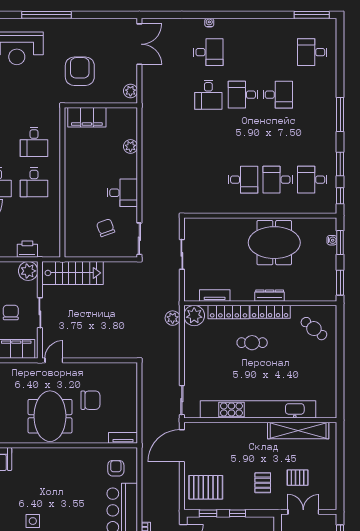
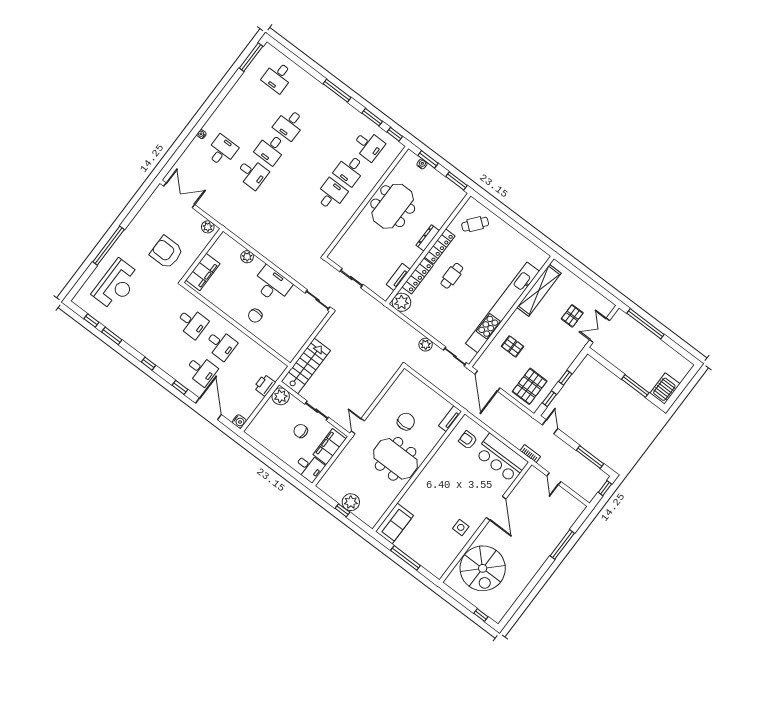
desk: (278, 95) -> (289, 124), turned 180
desk: (312, 180) -> (368, 145), turned -90
desk: (122, 193) -> (272, 284), width x1.37
chair: (106, 228) -> (255, 316), moved, turned -70
plant: (173, 318) -> (426, 345), moved
pallet: (263, 483) -> (513, 346), moved

